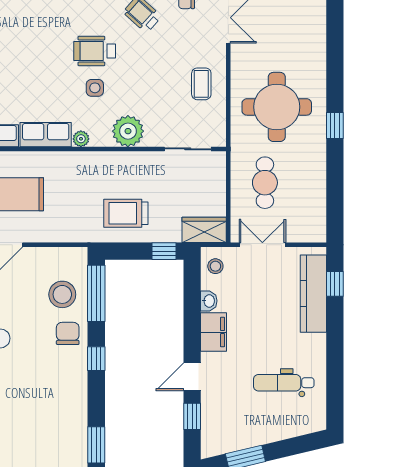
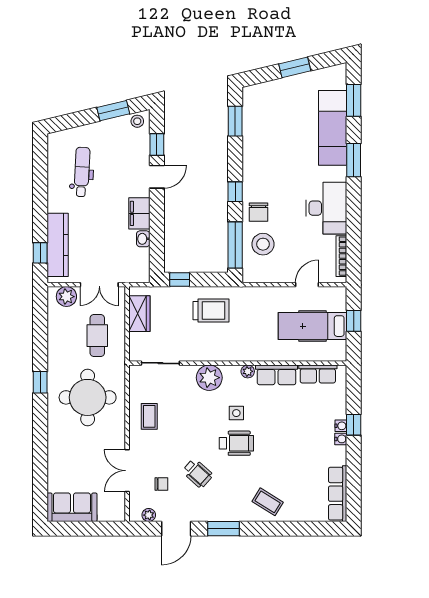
wardrobe: (204, 230) -> (139, 314), moved, turned -90
plant: (303, 230) -> (66, 297), added
stool: (215, 266) -> (137, 121), moved
dental chair: (284, 383) -> (82, 172), turned -87

